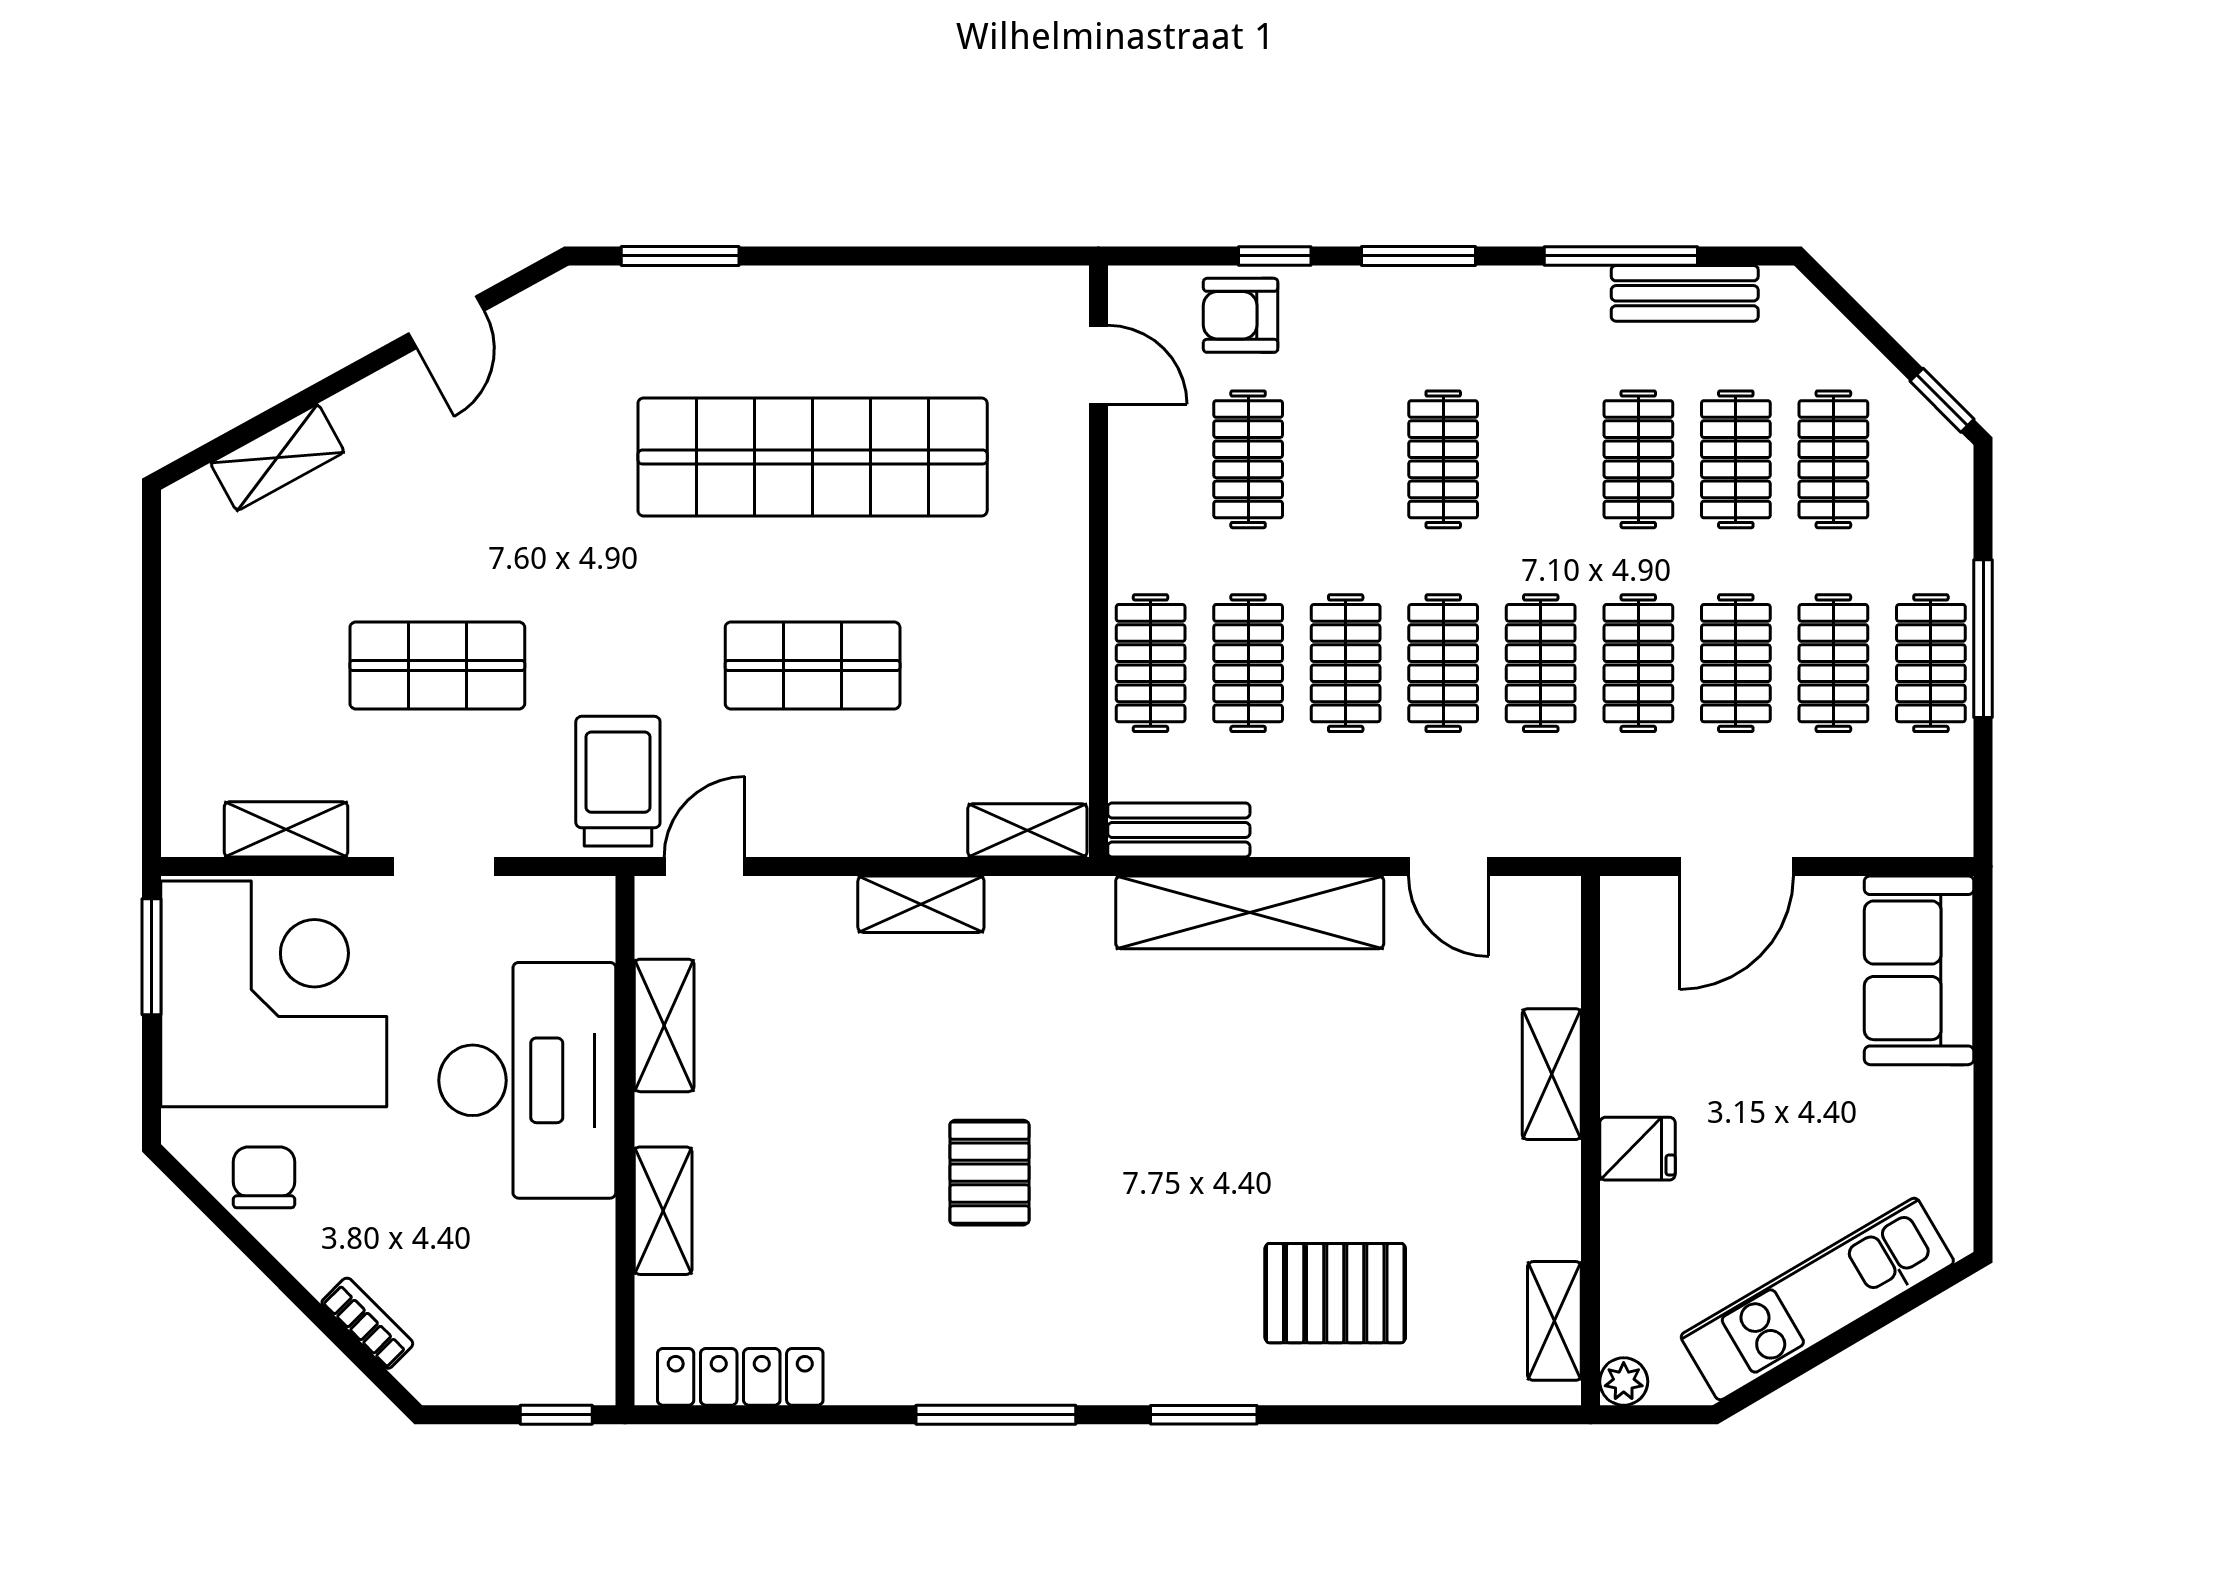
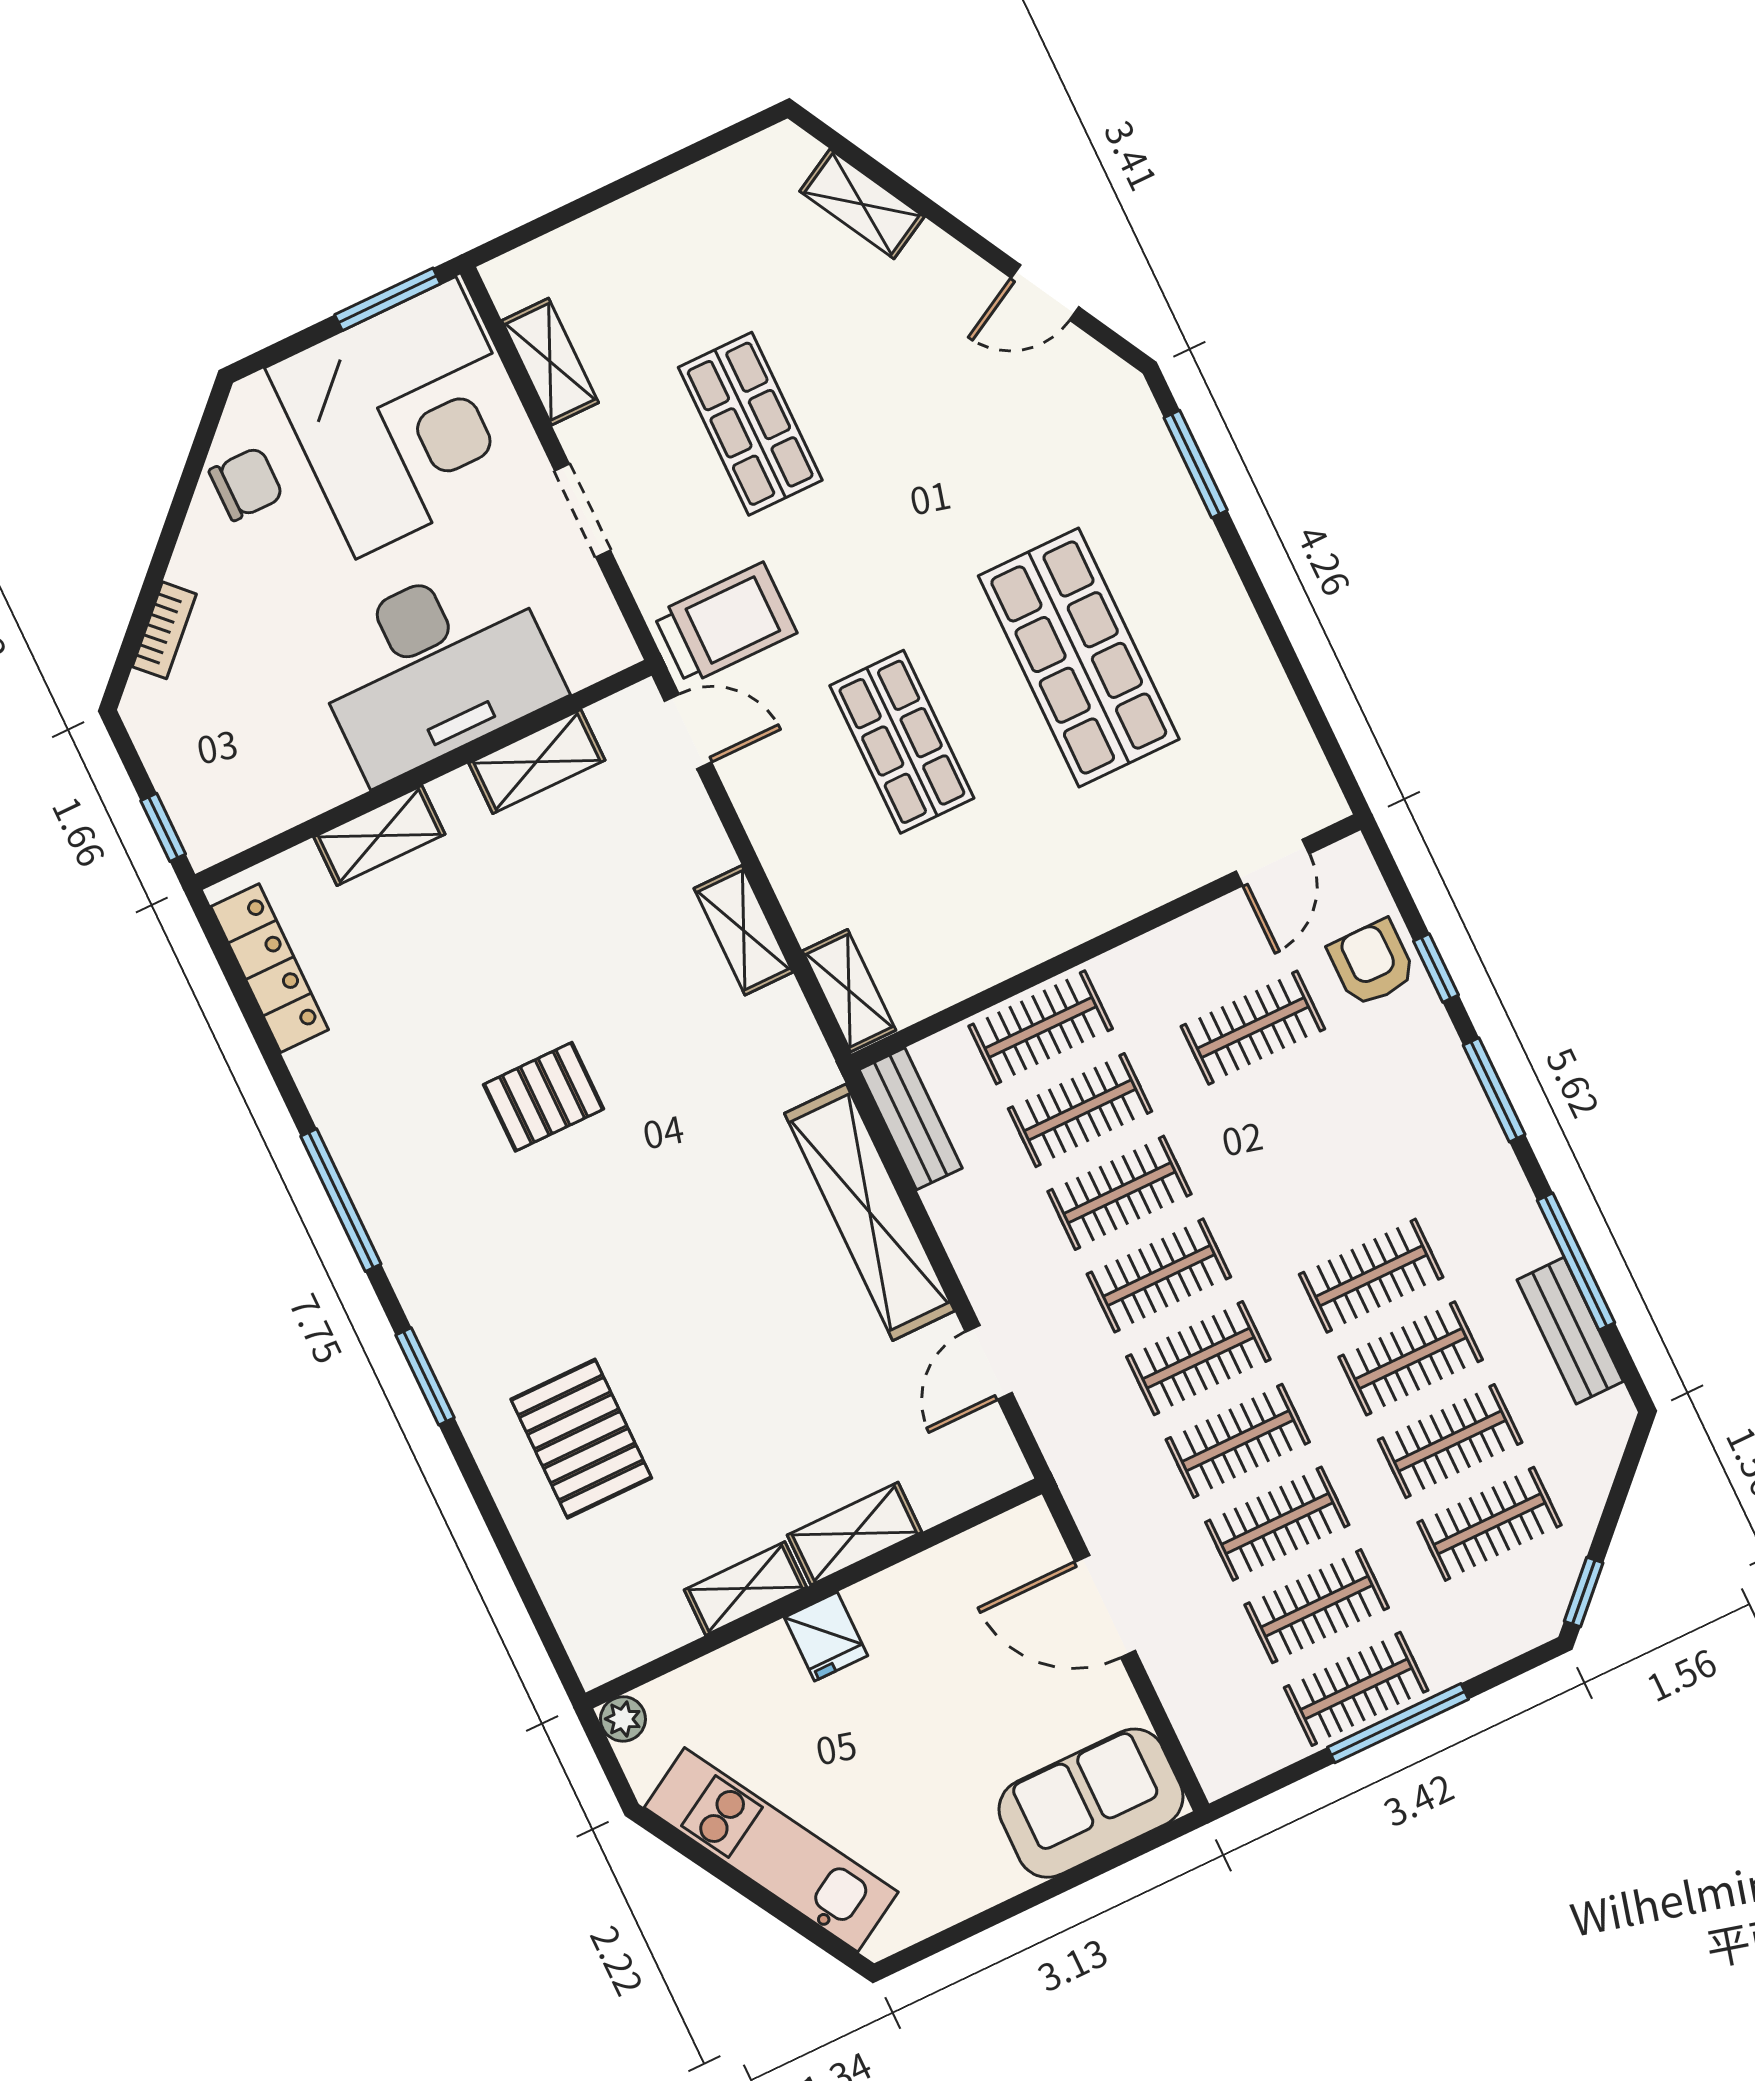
shop shelf: (813, 457) -> (1079, 657), width x0.71
clothes rail: (1443, 459) -> (1371, 1276), moved
shelving: (1554, 1321) -> (745, 1588), moved

